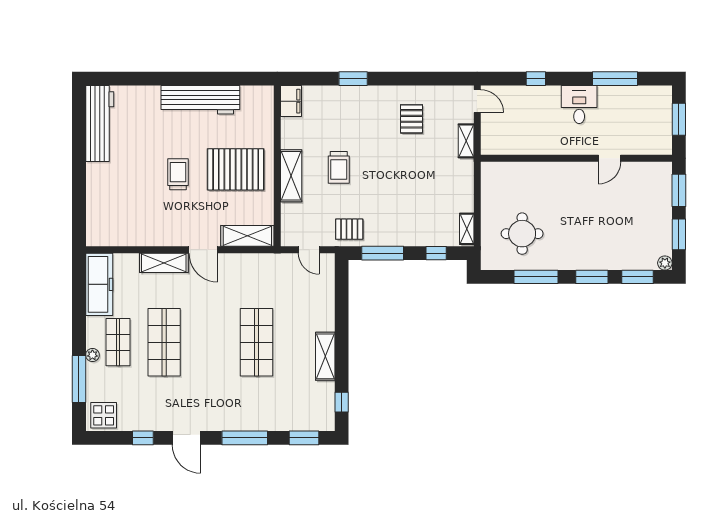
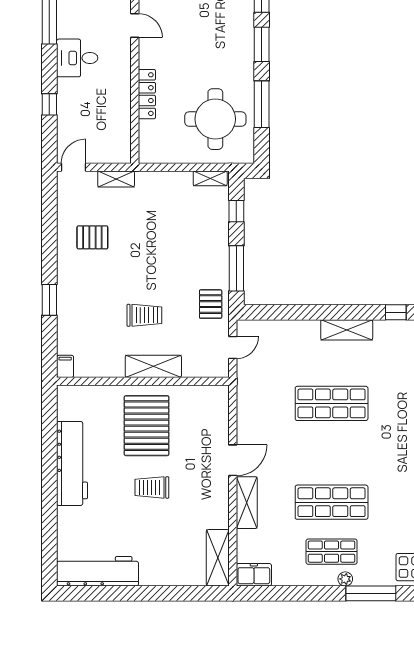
filing cabinet: (291, 101) -> (65, 366), width x0.50
locker: (545, 170) -> (147, 94), added
round table: (522, 234) -> (215, 119), width x1.36, depth x1.36
shelving: (247, 236) -> (218, 558), moved
freezer: (99, 284) -> (254, 575), width x0.52, depth x0.79

